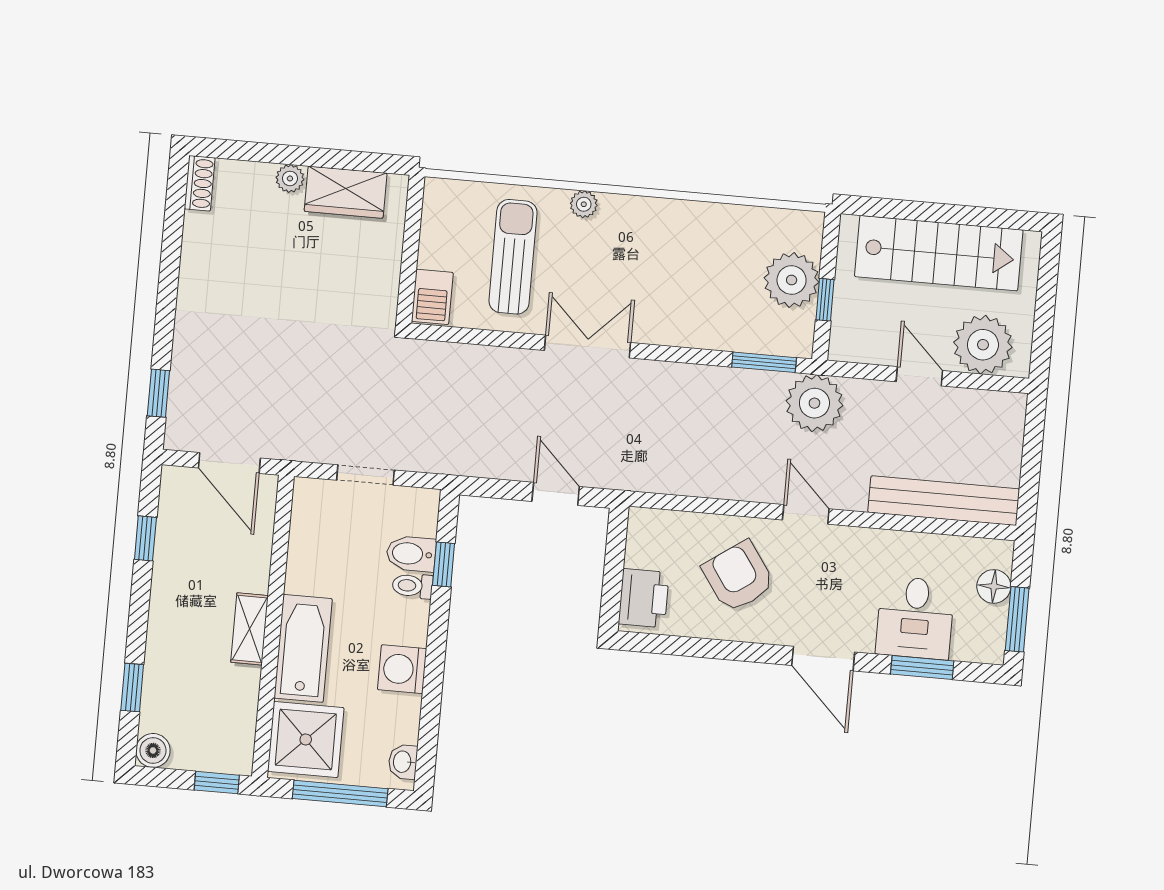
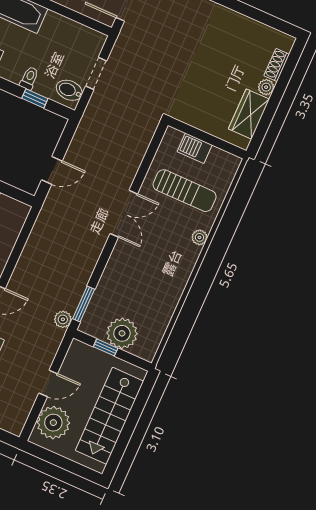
shoe rack: (200, 183) -> (277, 65), moved, turned 90
barbecue: (432, 297) -> (195, 148), moved
plant: (814, 403) -> (63, 319), width x0.53, depth x0.53
bidet: (411, 554) -> (69, 90), moved, turned -90

